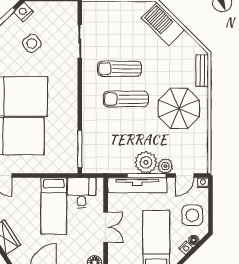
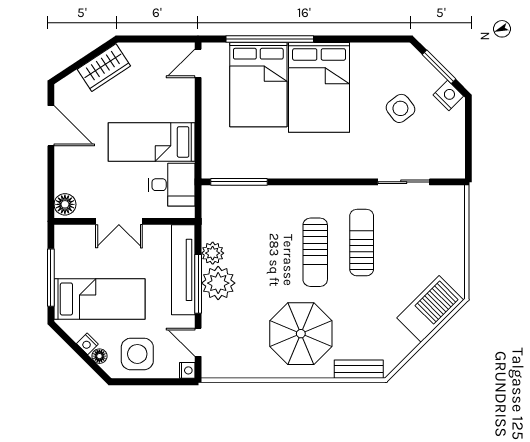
sun lounger: (126, 99) -> (315, 252), turned 180
plant: (165, 166) -> (213, 253), moved

